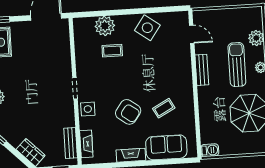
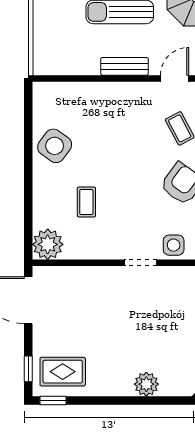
plant: (105, 26) -> (48, 244), moved
door: (192, 34) -> (175, 78), moved

